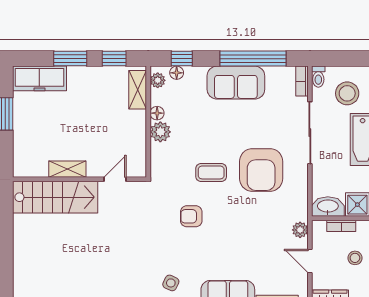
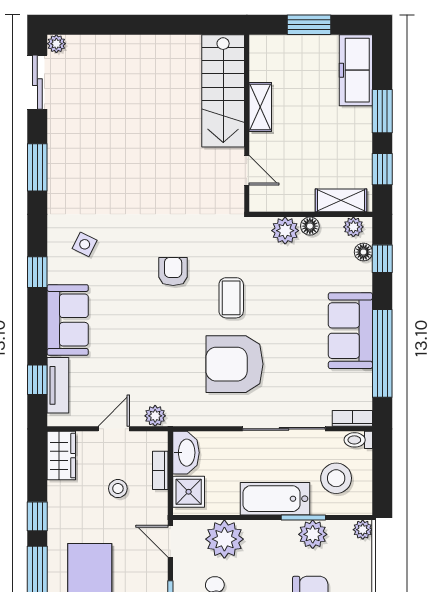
shelving: (67, 169) -> (260, 107), moved
wall: (80, 179) -> (247, 123), moved
door: (115, 179) -> (247, 170), moved
stairs: (55, 197) -> (223, 91), moved

